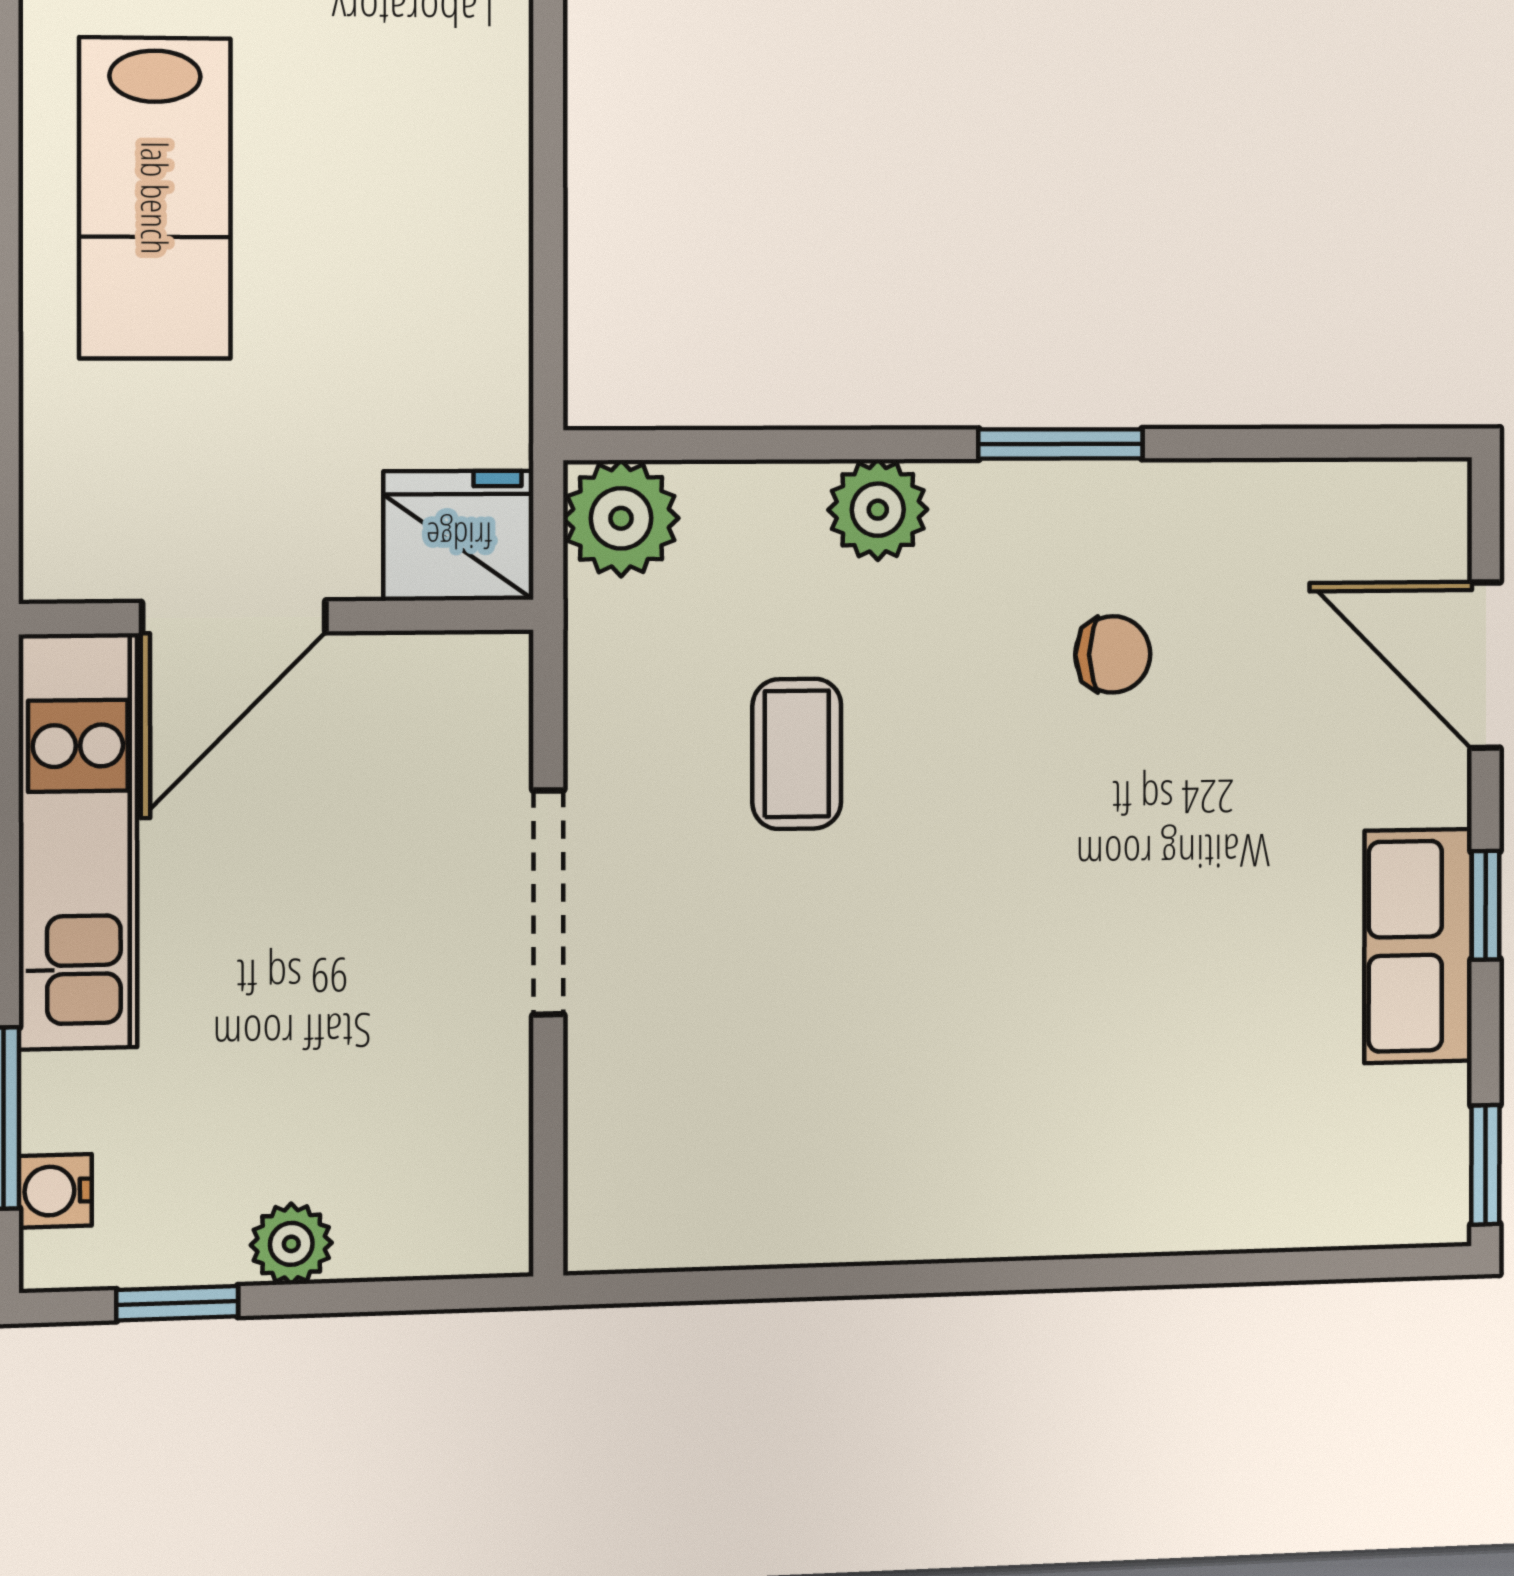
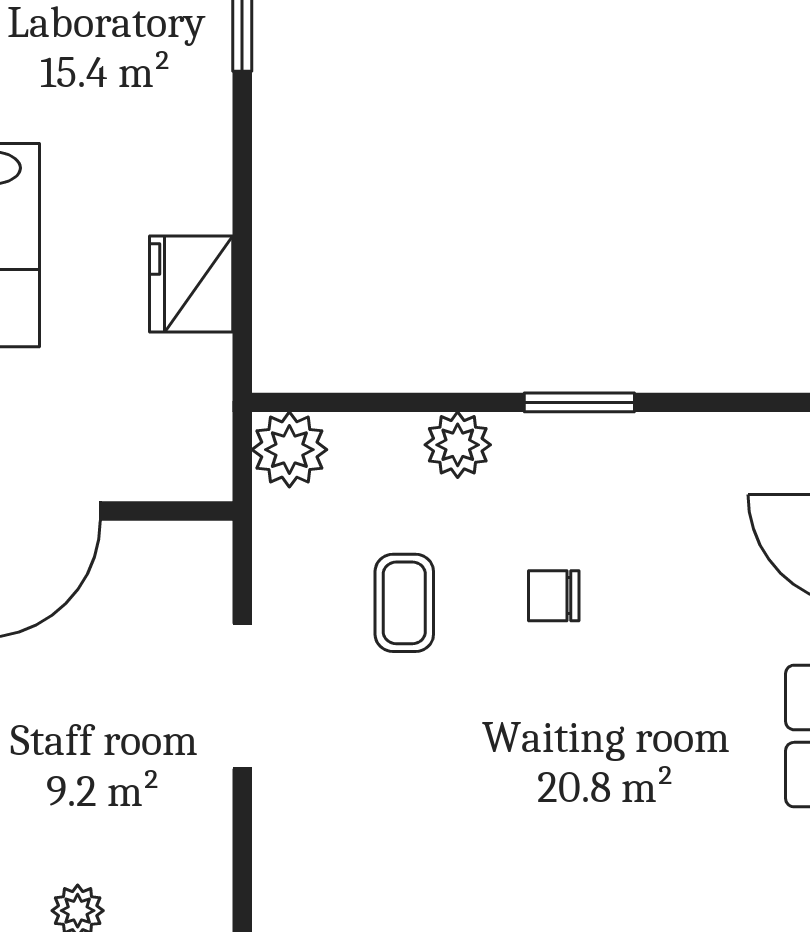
fridge: (459, 536) -> (191, 284), moved, turned -90
chair: (1113, 654) -> (554, 596), moved, turned 180

